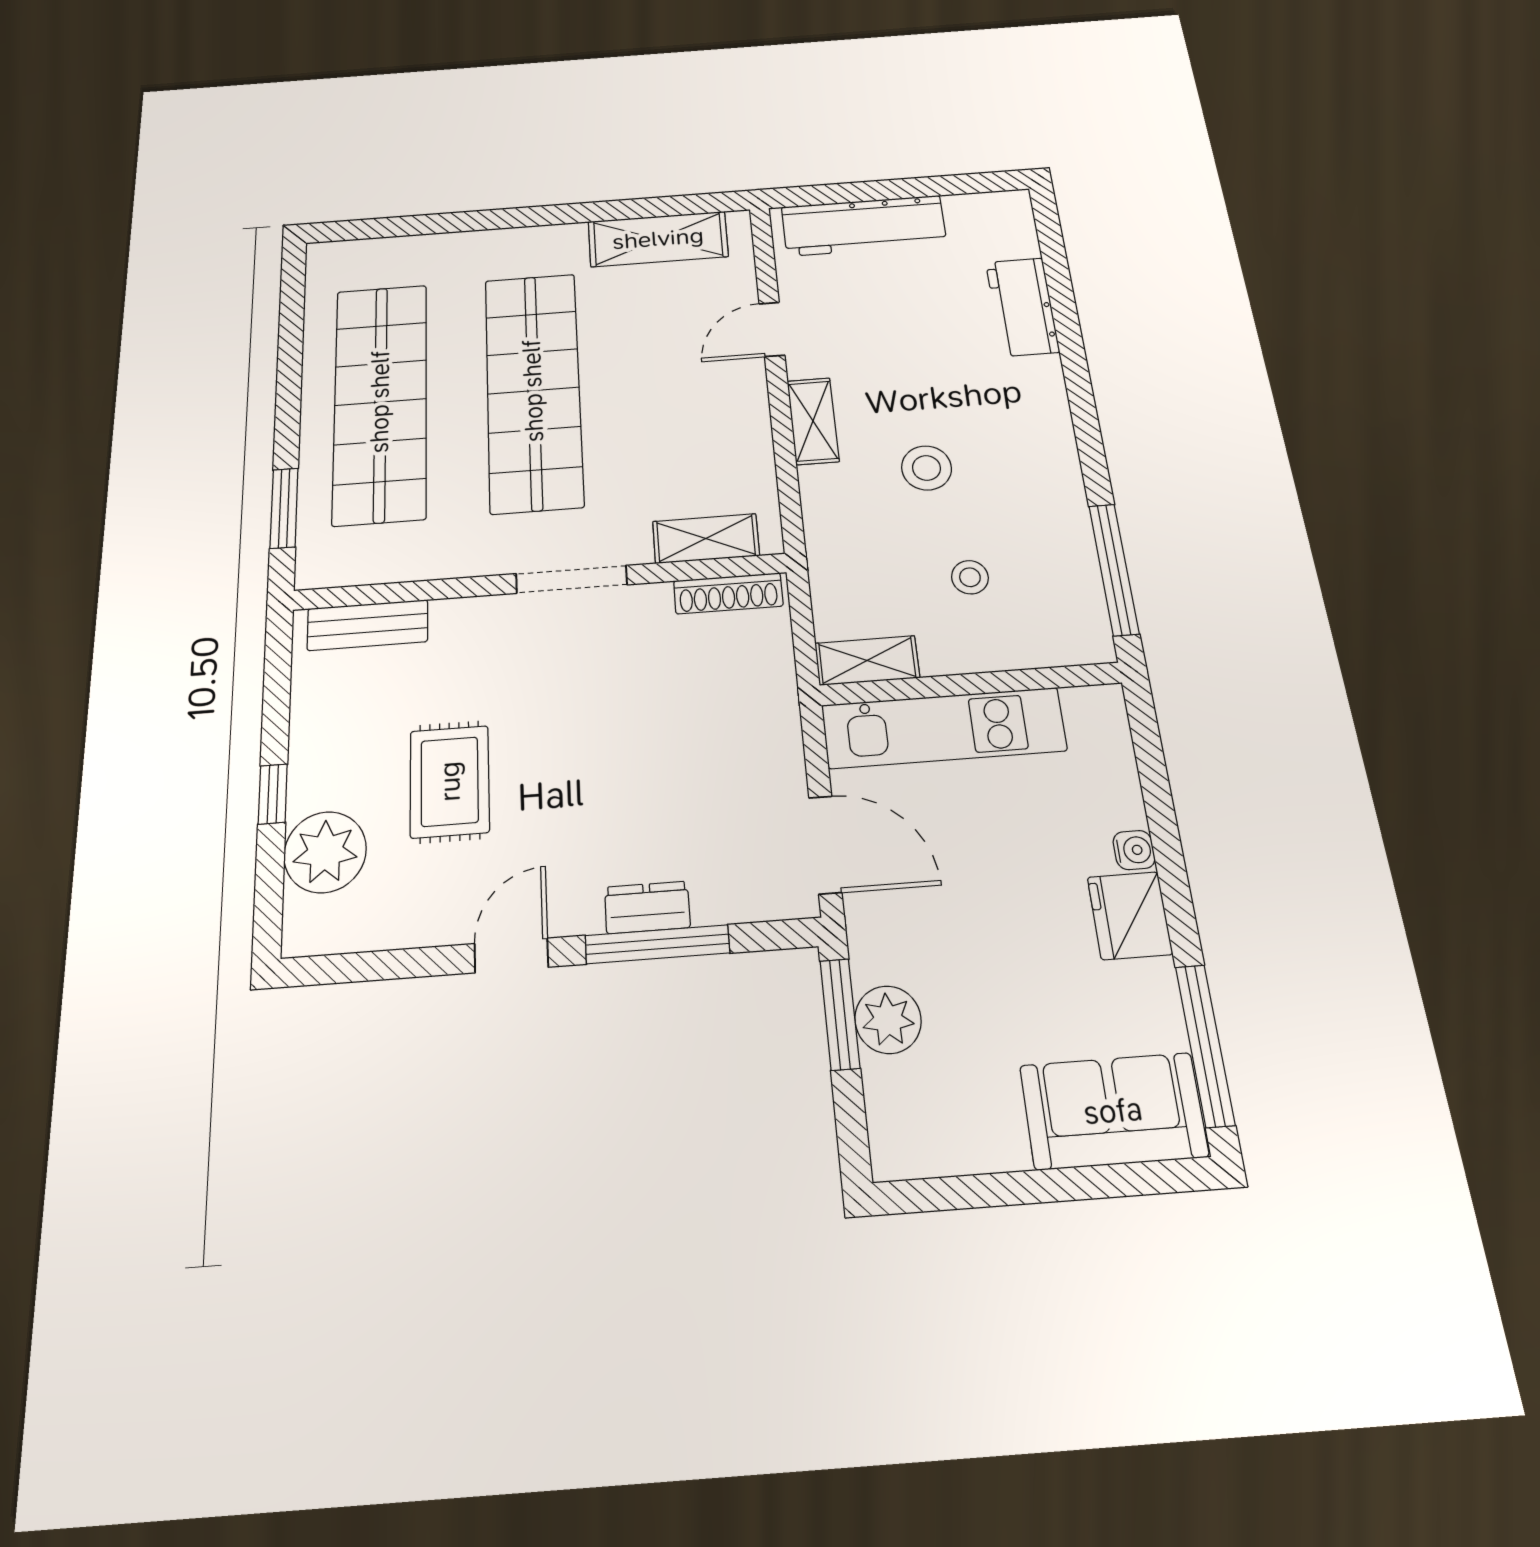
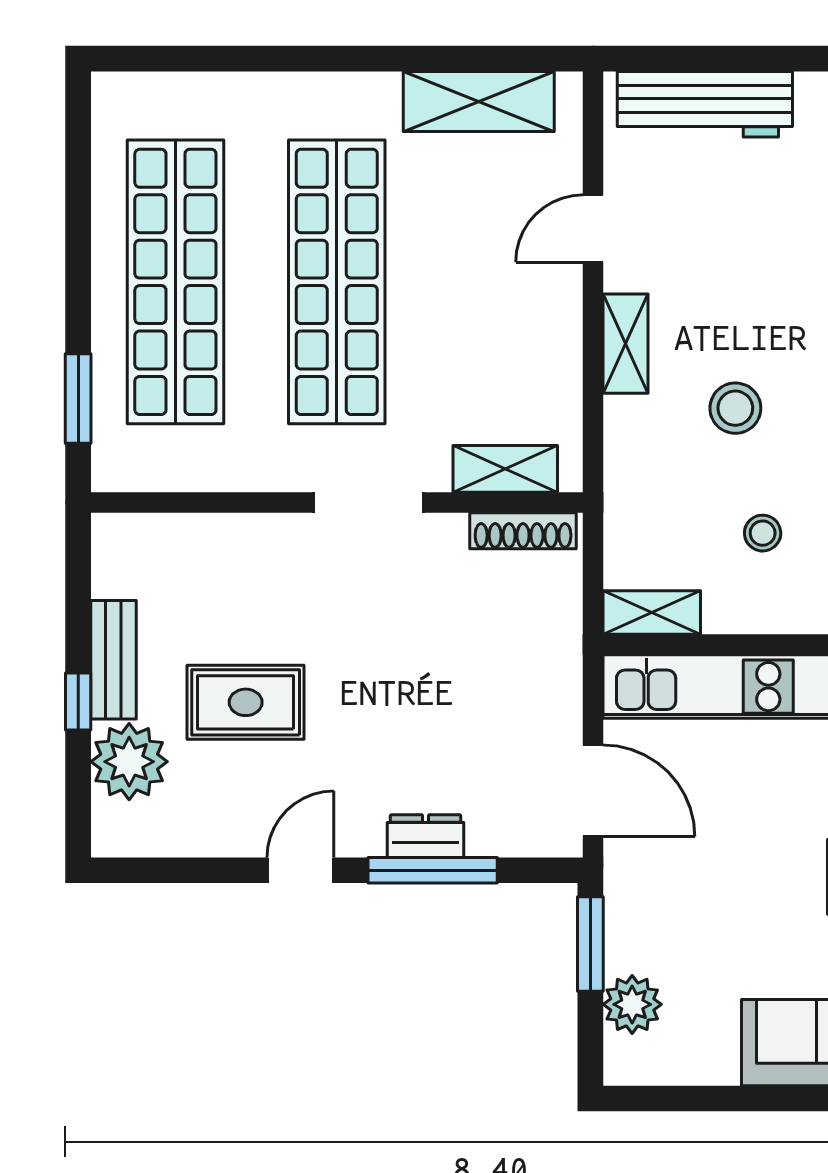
bench: (368, 625) -> (113, 660), moved, turned 90
rug: (450, 781) -> (246, 702), turned 90
plant: (888, 1020) -> (632, 1004), moved

